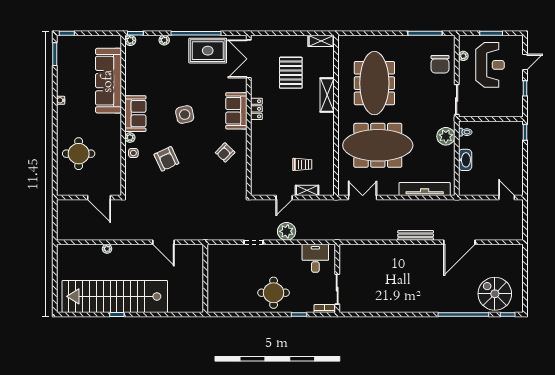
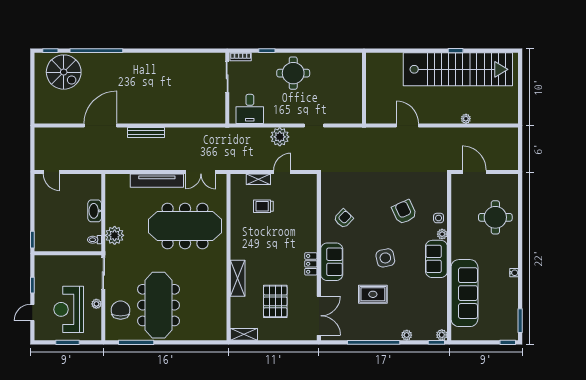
rug: (208, 51) -> (373, 294), moved, width x0.73, depth x0.70
plant: (463, 56) -> (96, 304), moved
meeting table: (374, 83) -> (159, 305), moved
tv unit: (425, 189) -> (157, 181), moved

